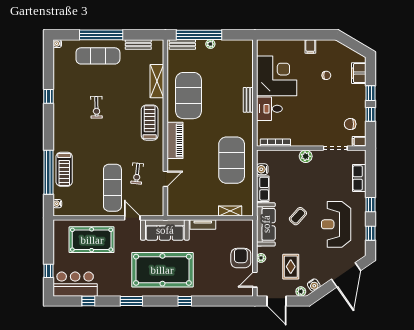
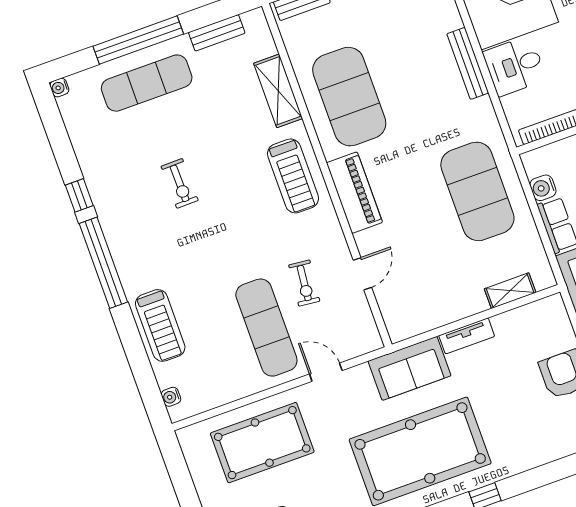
bench: (248, 100) -> (468, 63), width x1.36
treadmill: (150, 123) -> (293, 176), turned 180
window: (48, 172) -> (103, 263), moved
sofa: (165, 230) -> (410, 368), width x0.73

